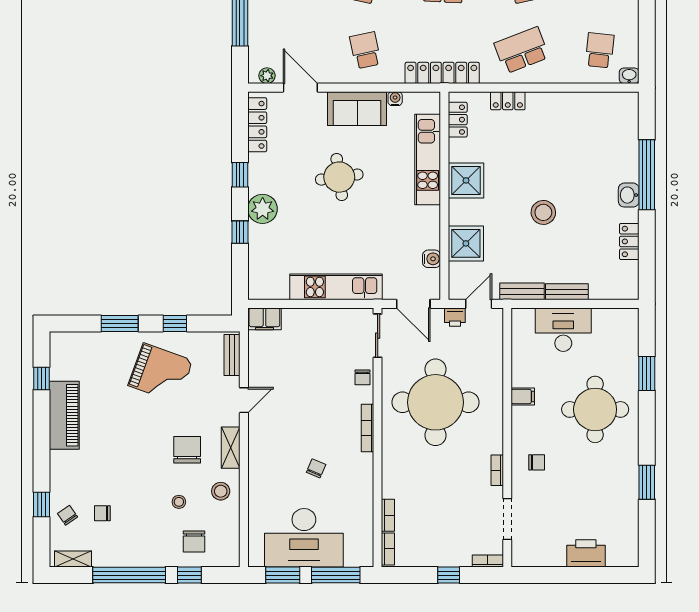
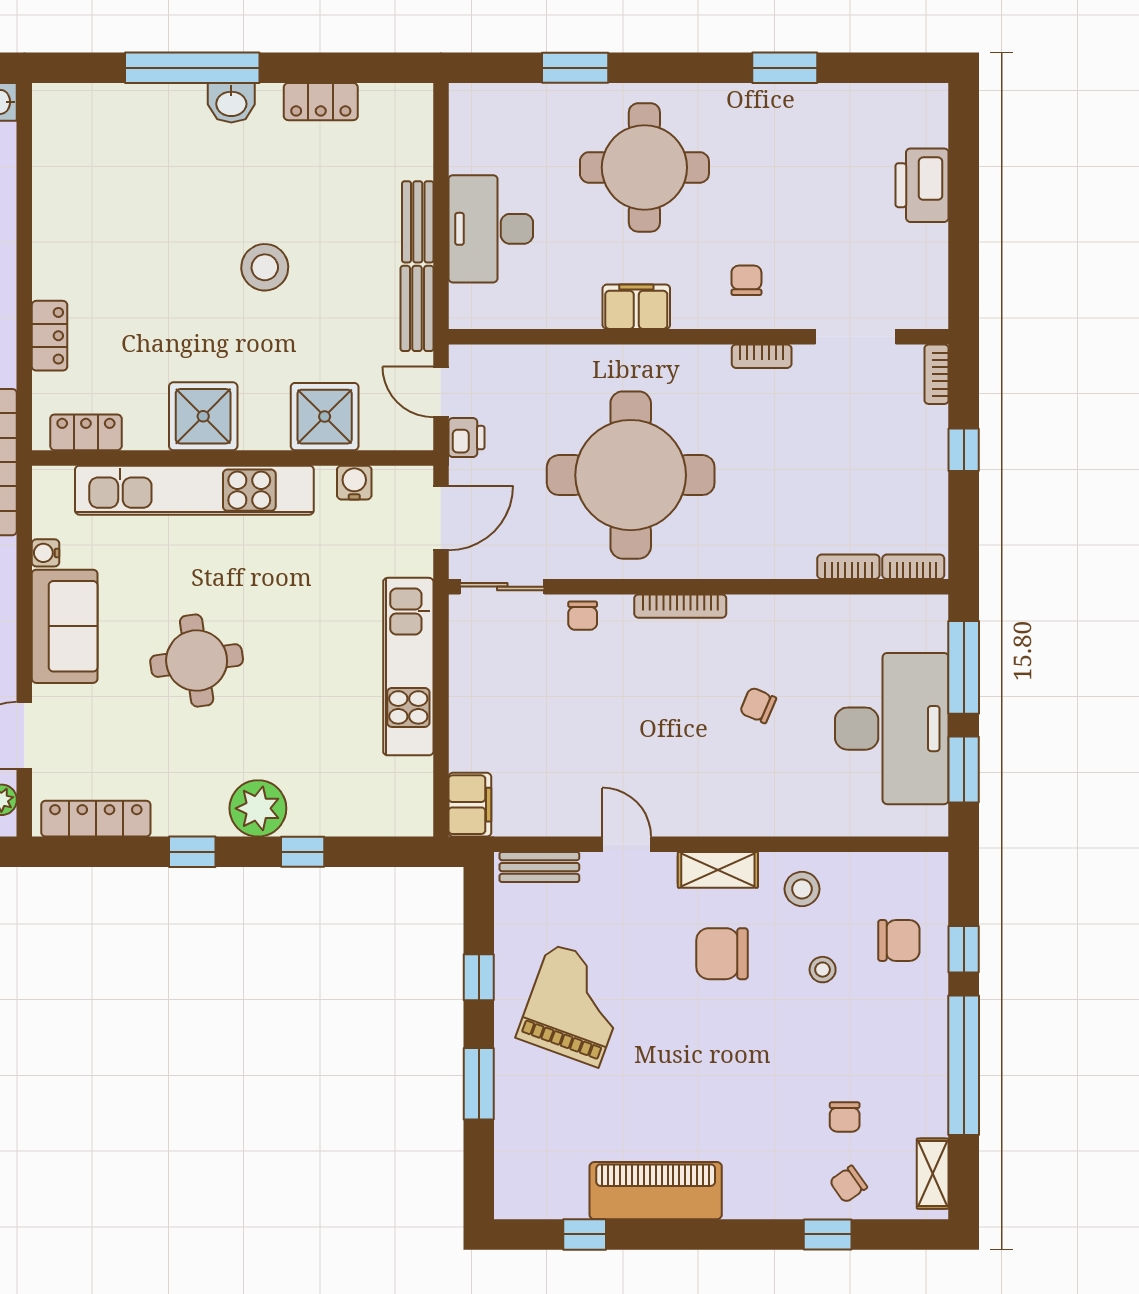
kitchen unit: (428, 159) -> (194, 490), width x1.36
chair: (363, 377) -> (583, 616), turned 90
filing cabinet: (523, 396) -> (636, 307), width x2.00

